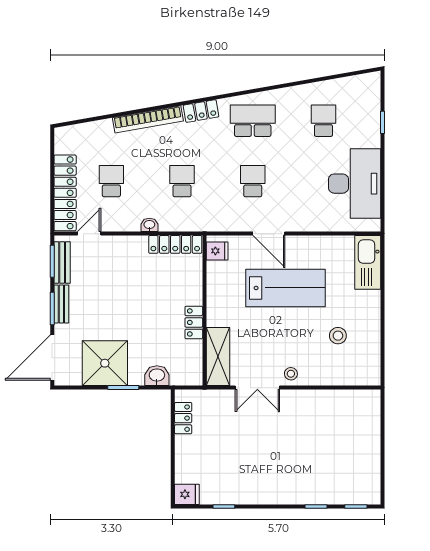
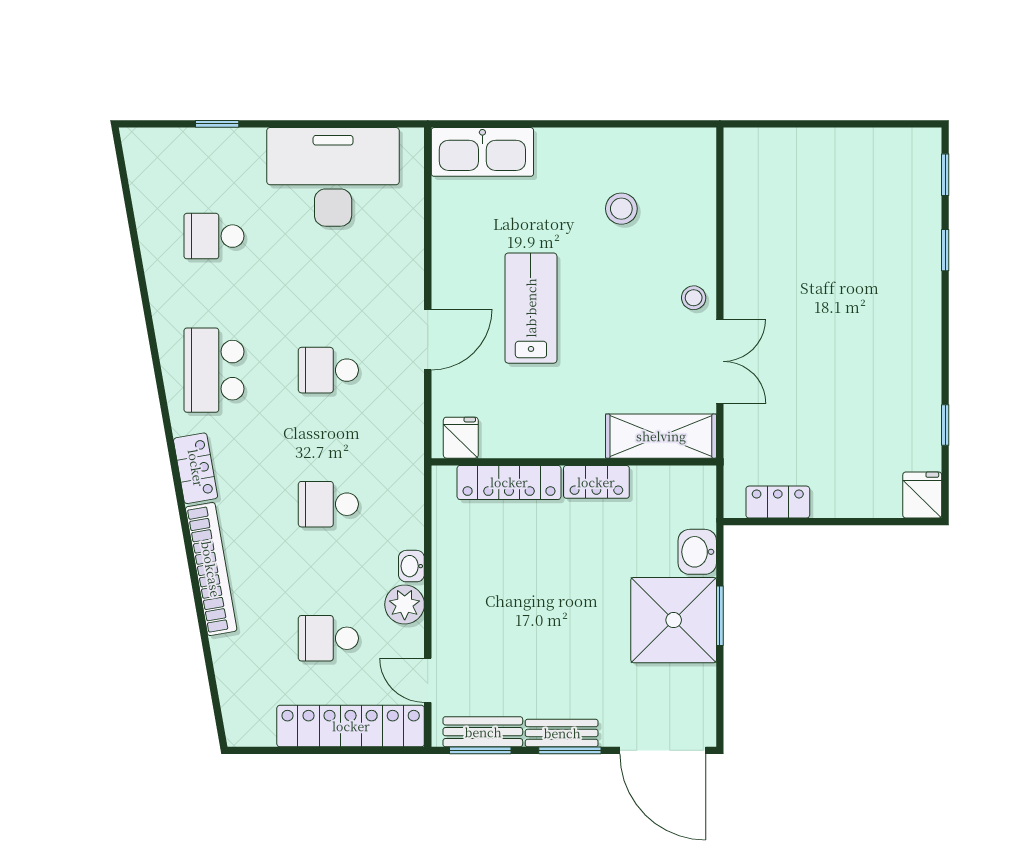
plant: (129, 221) -> (405, 604), added
locker: (175, 244) -> (509, 482), moved, turned 90
lab bench: (285, 288) -> (531, 308), width x0.73, depth x0.72
shower: (105, 363) -> (674, 620), moved

